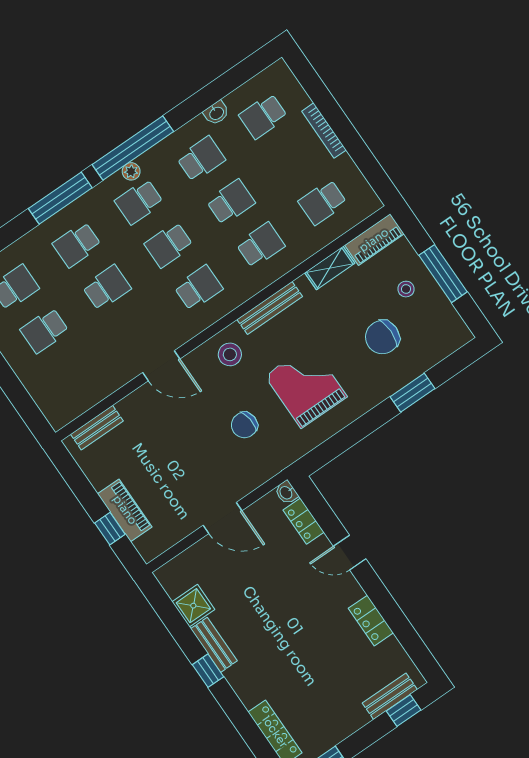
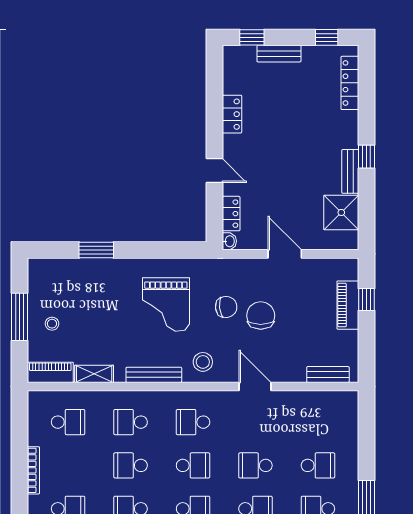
chair: (382, 337) -> (261, 315), moved, turned -90
shower: (193, 606) -> (341, 212), width x1.36, depth x1.36
bench: (390, 696) -> (279, 54), moved

